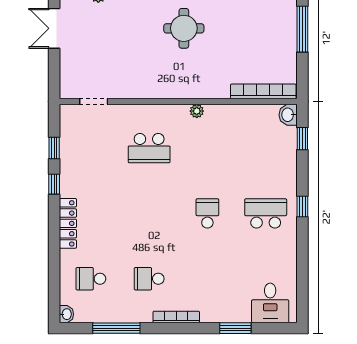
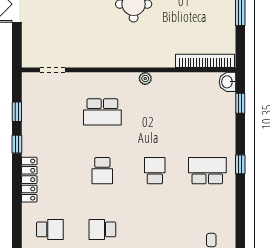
school desk: (149, 213) -> (102, 171), added
school desk: (91, 279) -> (50, 229), turned 180

